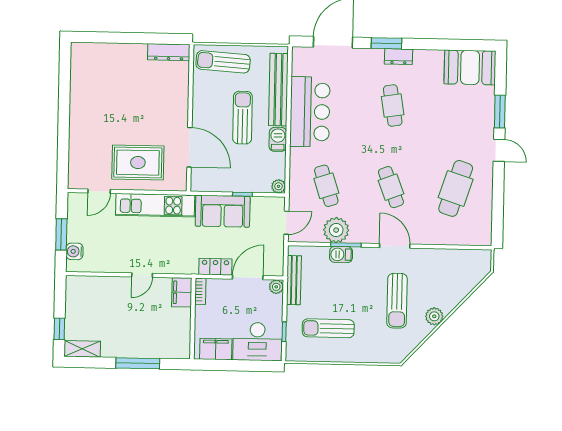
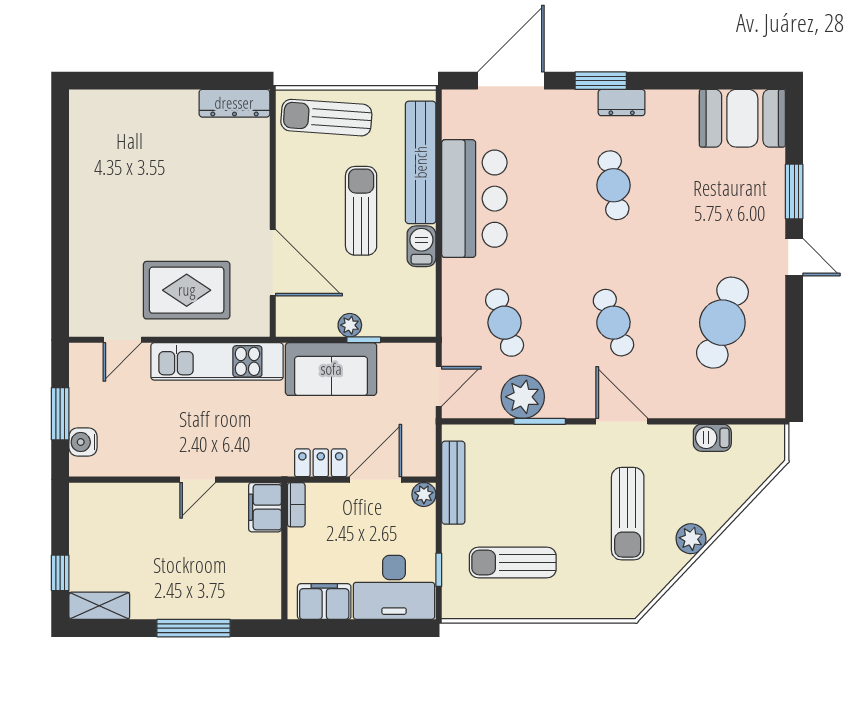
plant: (278, 186) -> (350, 325), moved
barbecue: (341, 254) -> (712, 438), moved

